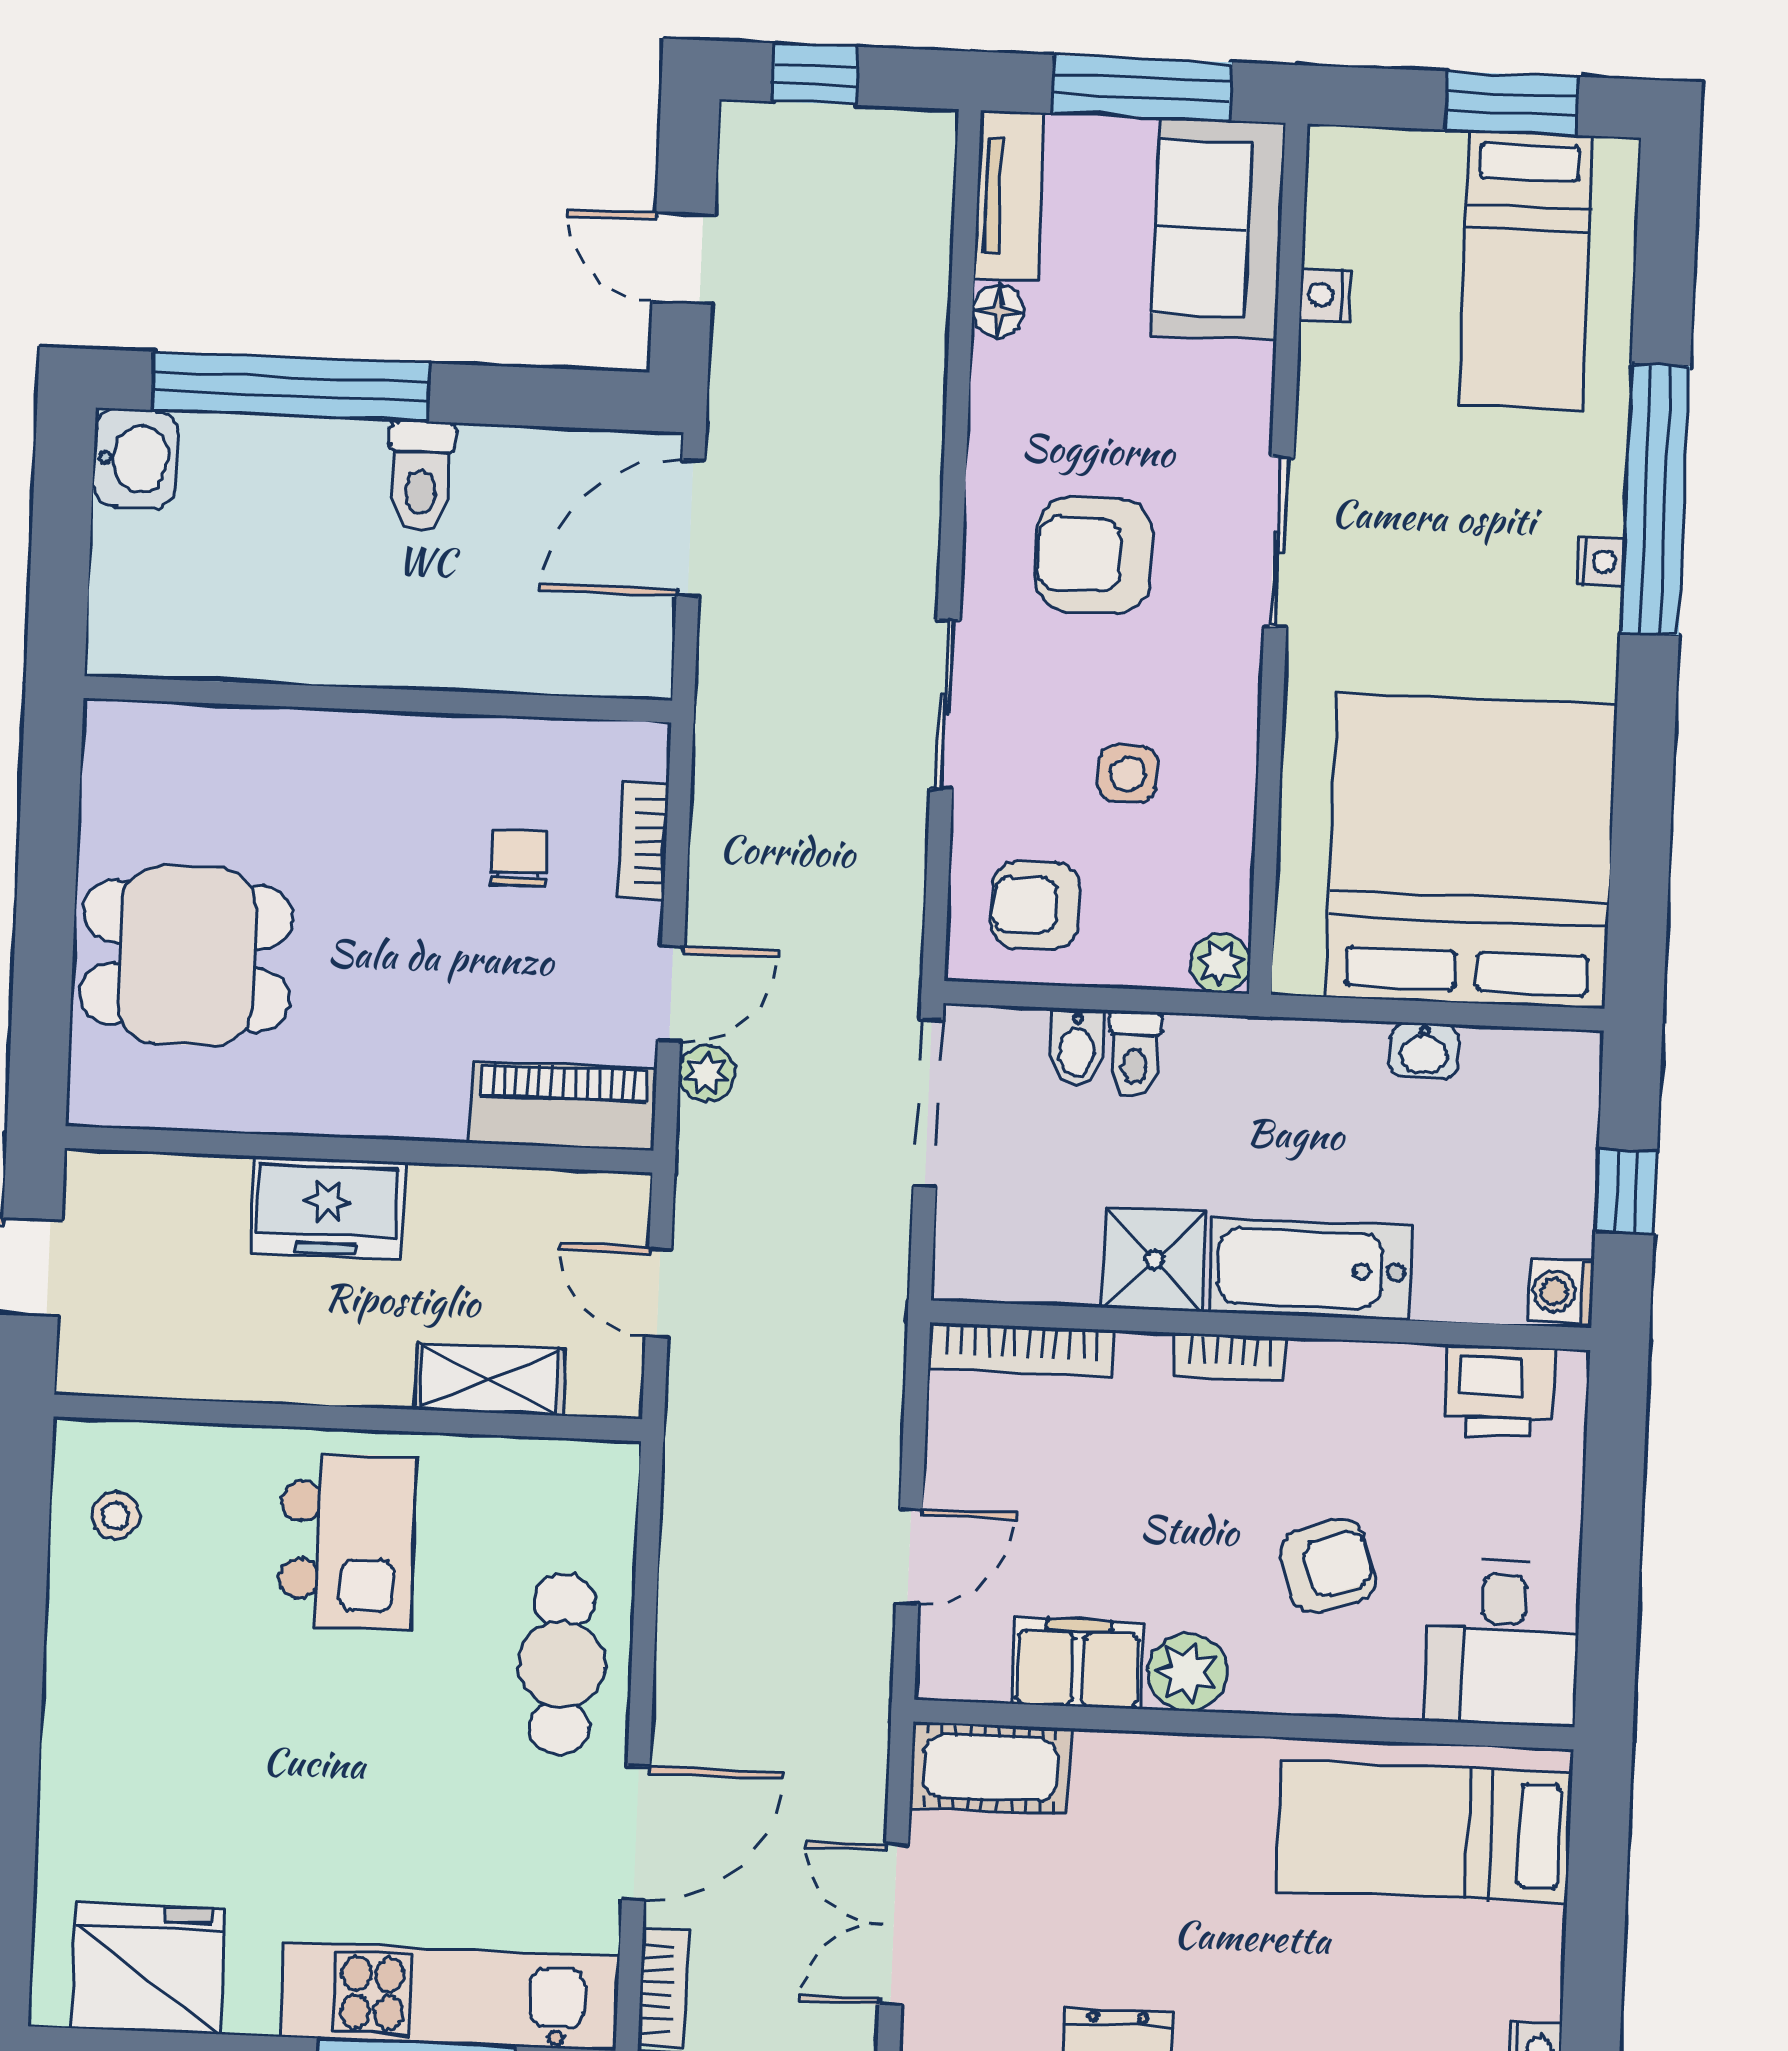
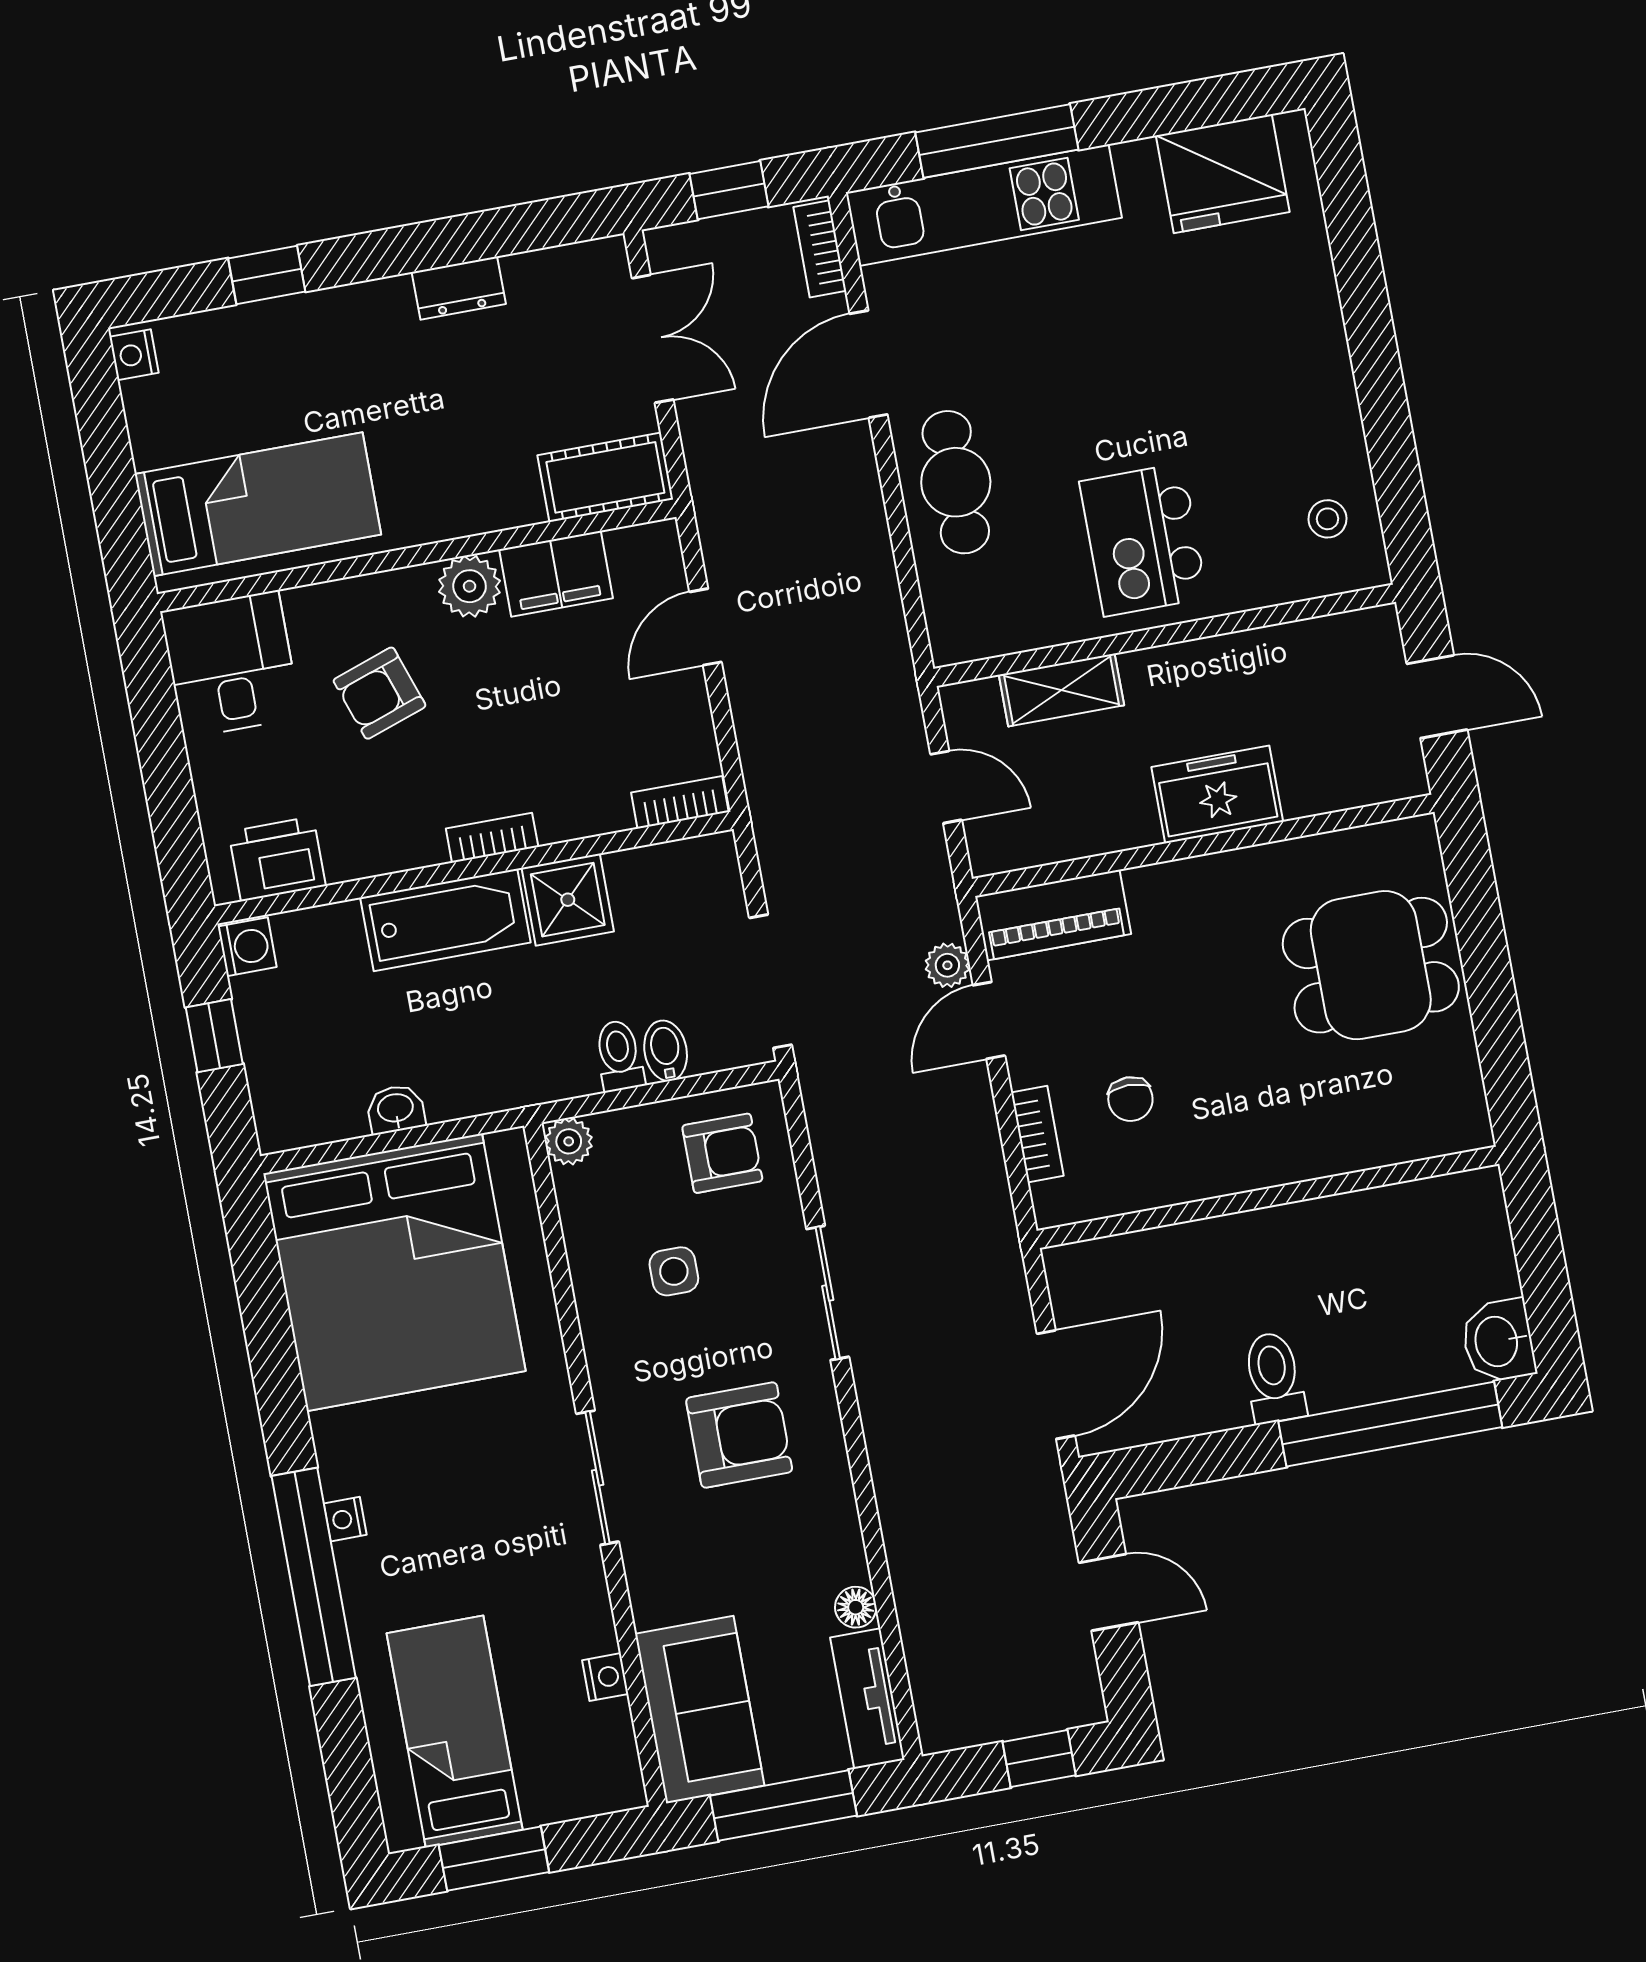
bookcase: (1022, 1349) -> (680, 802), width x0.64

